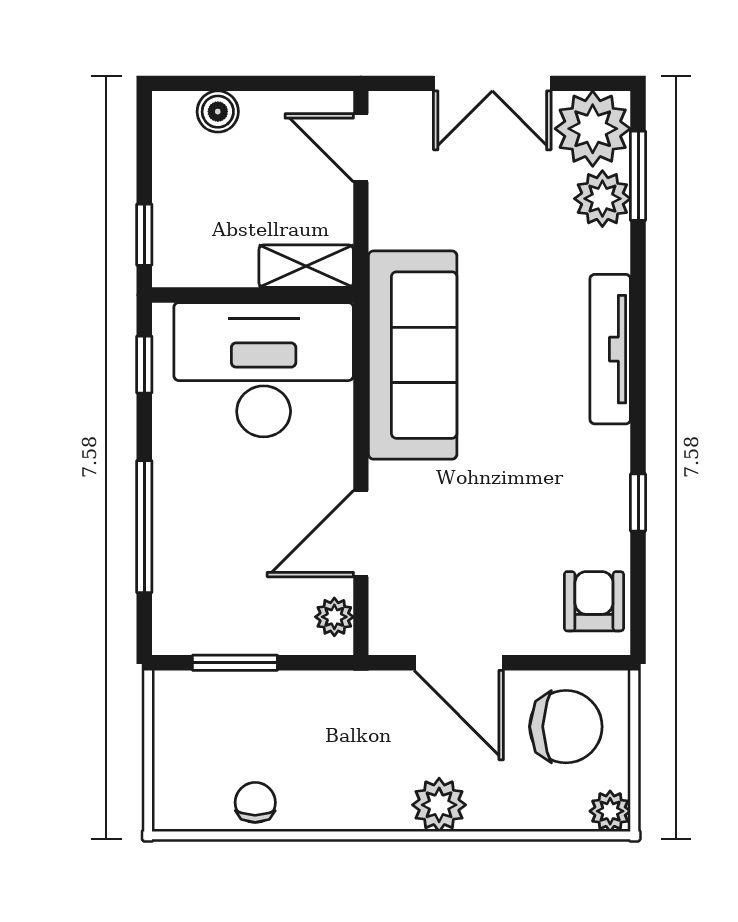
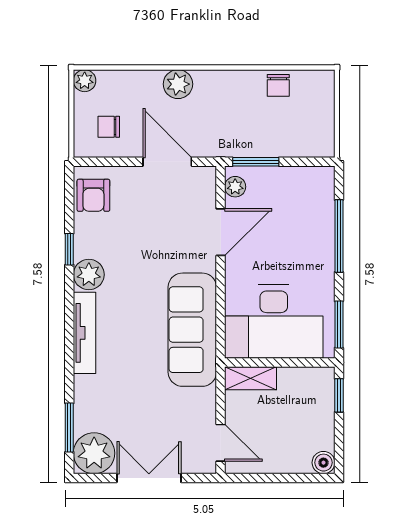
boiler: (218, 112) -> (323, 463), moved
plant: (602, 199) -> (89, 275), moved
window: (144, 365) -> (339, 324), width x1.50
window: (235, 663) -> (256, 162), moved
chair: (566, 727) -> (109, 127), width x0.54, depth x0.54

